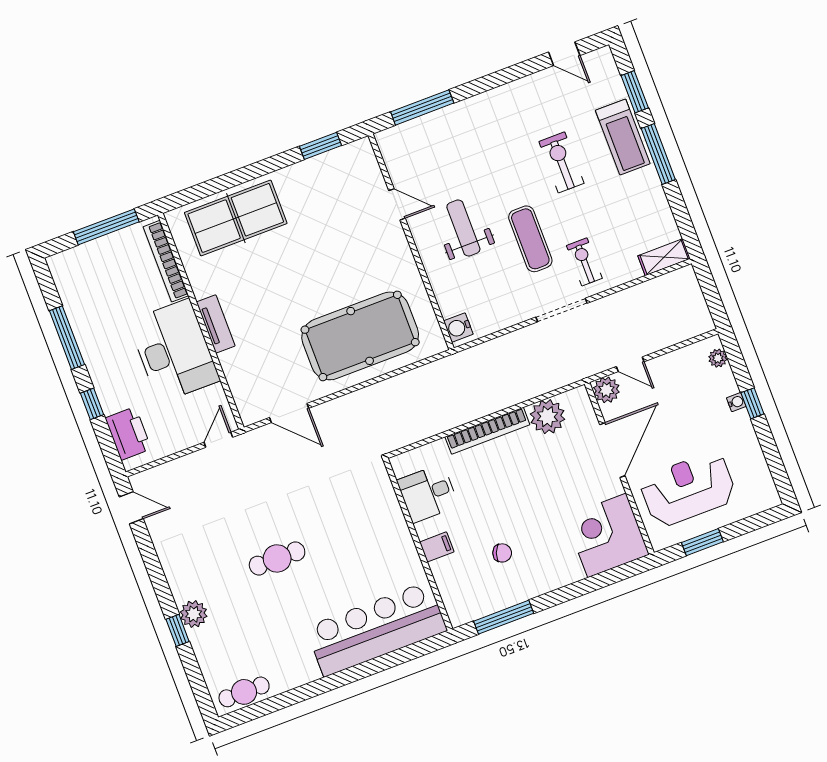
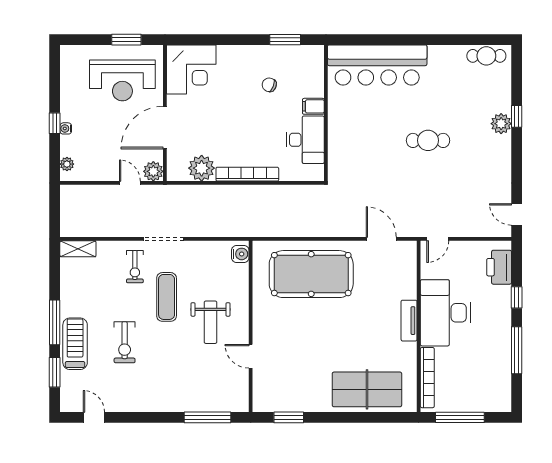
desk: (428, 493) -> (305, 140), width x1.37
window: (504, 617) -> (285, 40), width x0.69

